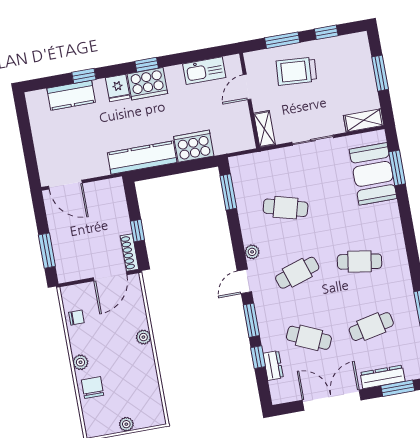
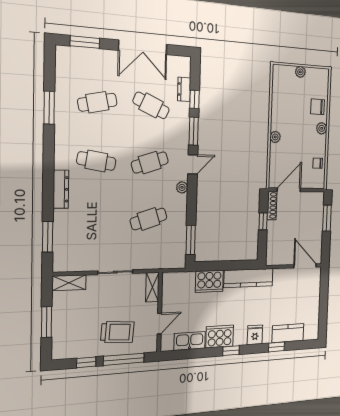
window: (282, 40) -> (124, 359), width x1.44
cooker: (147, 84) -> (220, 336), moved
booth: (373, 174) -> (70, 235), removed
cafe table: (286, 208) -> (149, 219), turned -33
dresser: (383, 377) -> (61, 189), moved, turned -90
chair: (93, 388) -> (318, 107), turned 90

